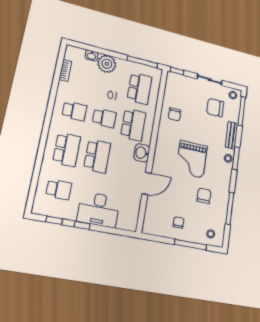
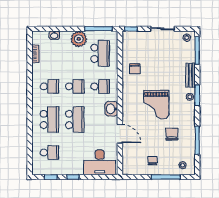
plant: (107, 64) -> (79, 39), moved
chair: (215, 108) -> (171, 54), removed
school desk: (133, 125) -> (100, 86), width x0.54
door: (147, 183) -> (120, 134), hinge flipped
desk: (99, 210) -> (100, 162), moved

